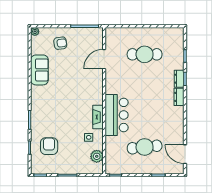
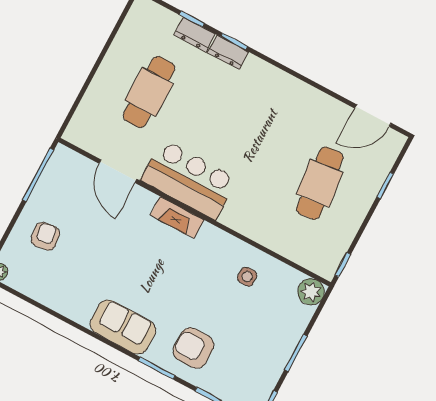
sofa: (39, 70) -> (123, 327), moved
dresser: (179, 97) -> (194, 34), moved
bar counter: (117, 115) -> (189, 180), moved
fireplace: (98, 117) -> (177, 217), moved
armchair: (49, 146) -> (193, 348), moved
plant: (97, 156) -> (311, 292), moved

